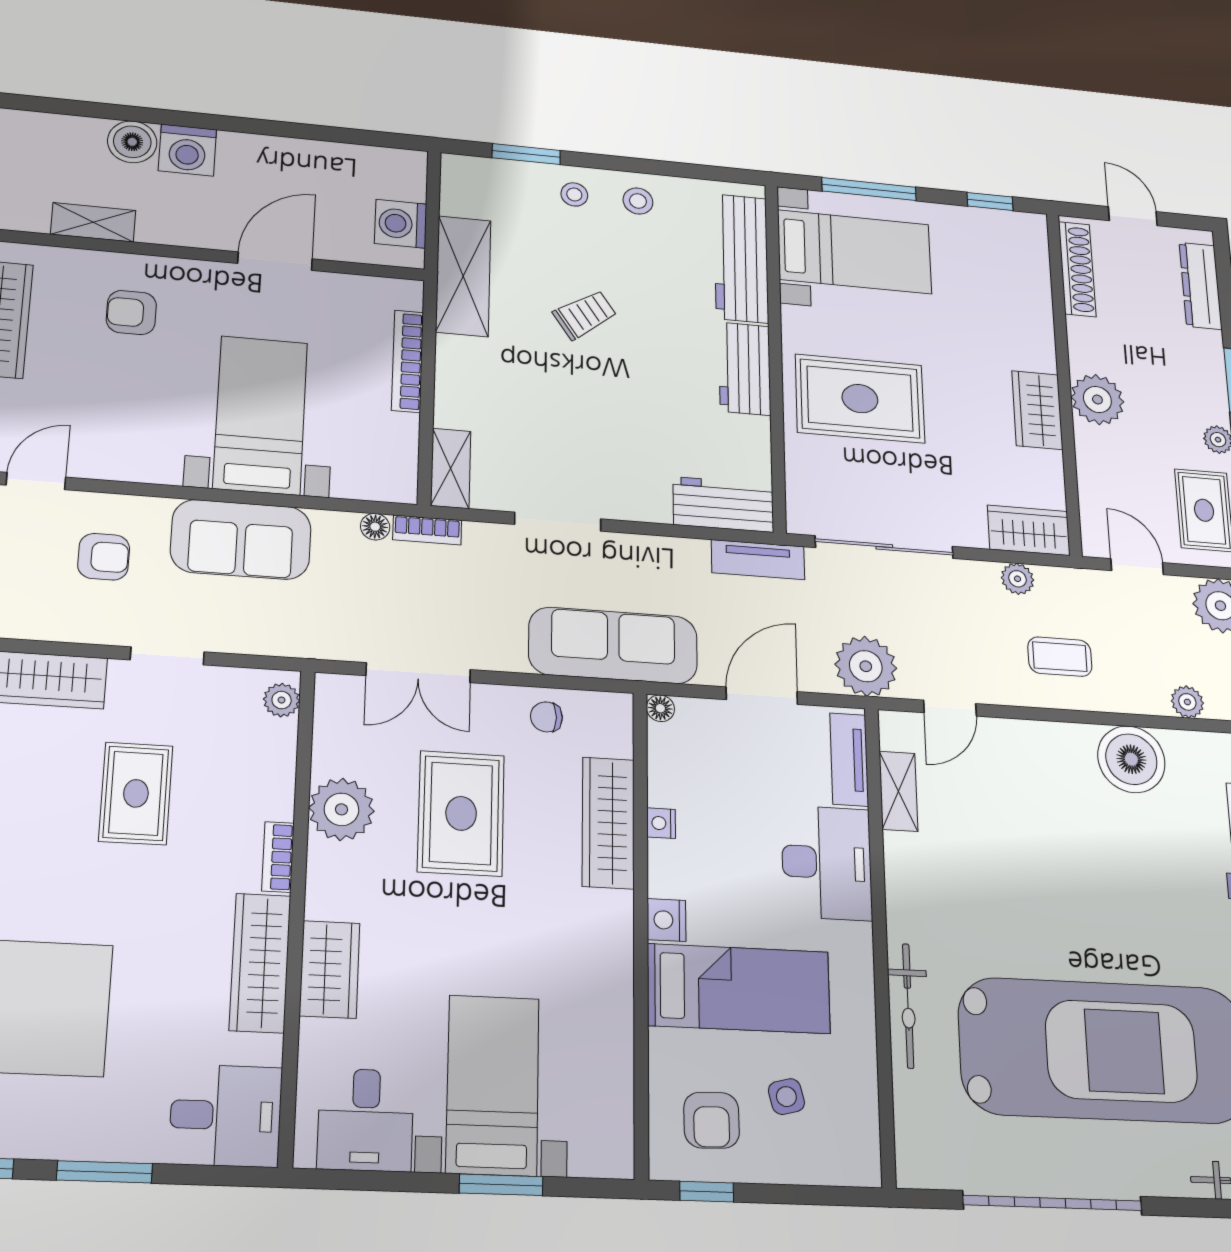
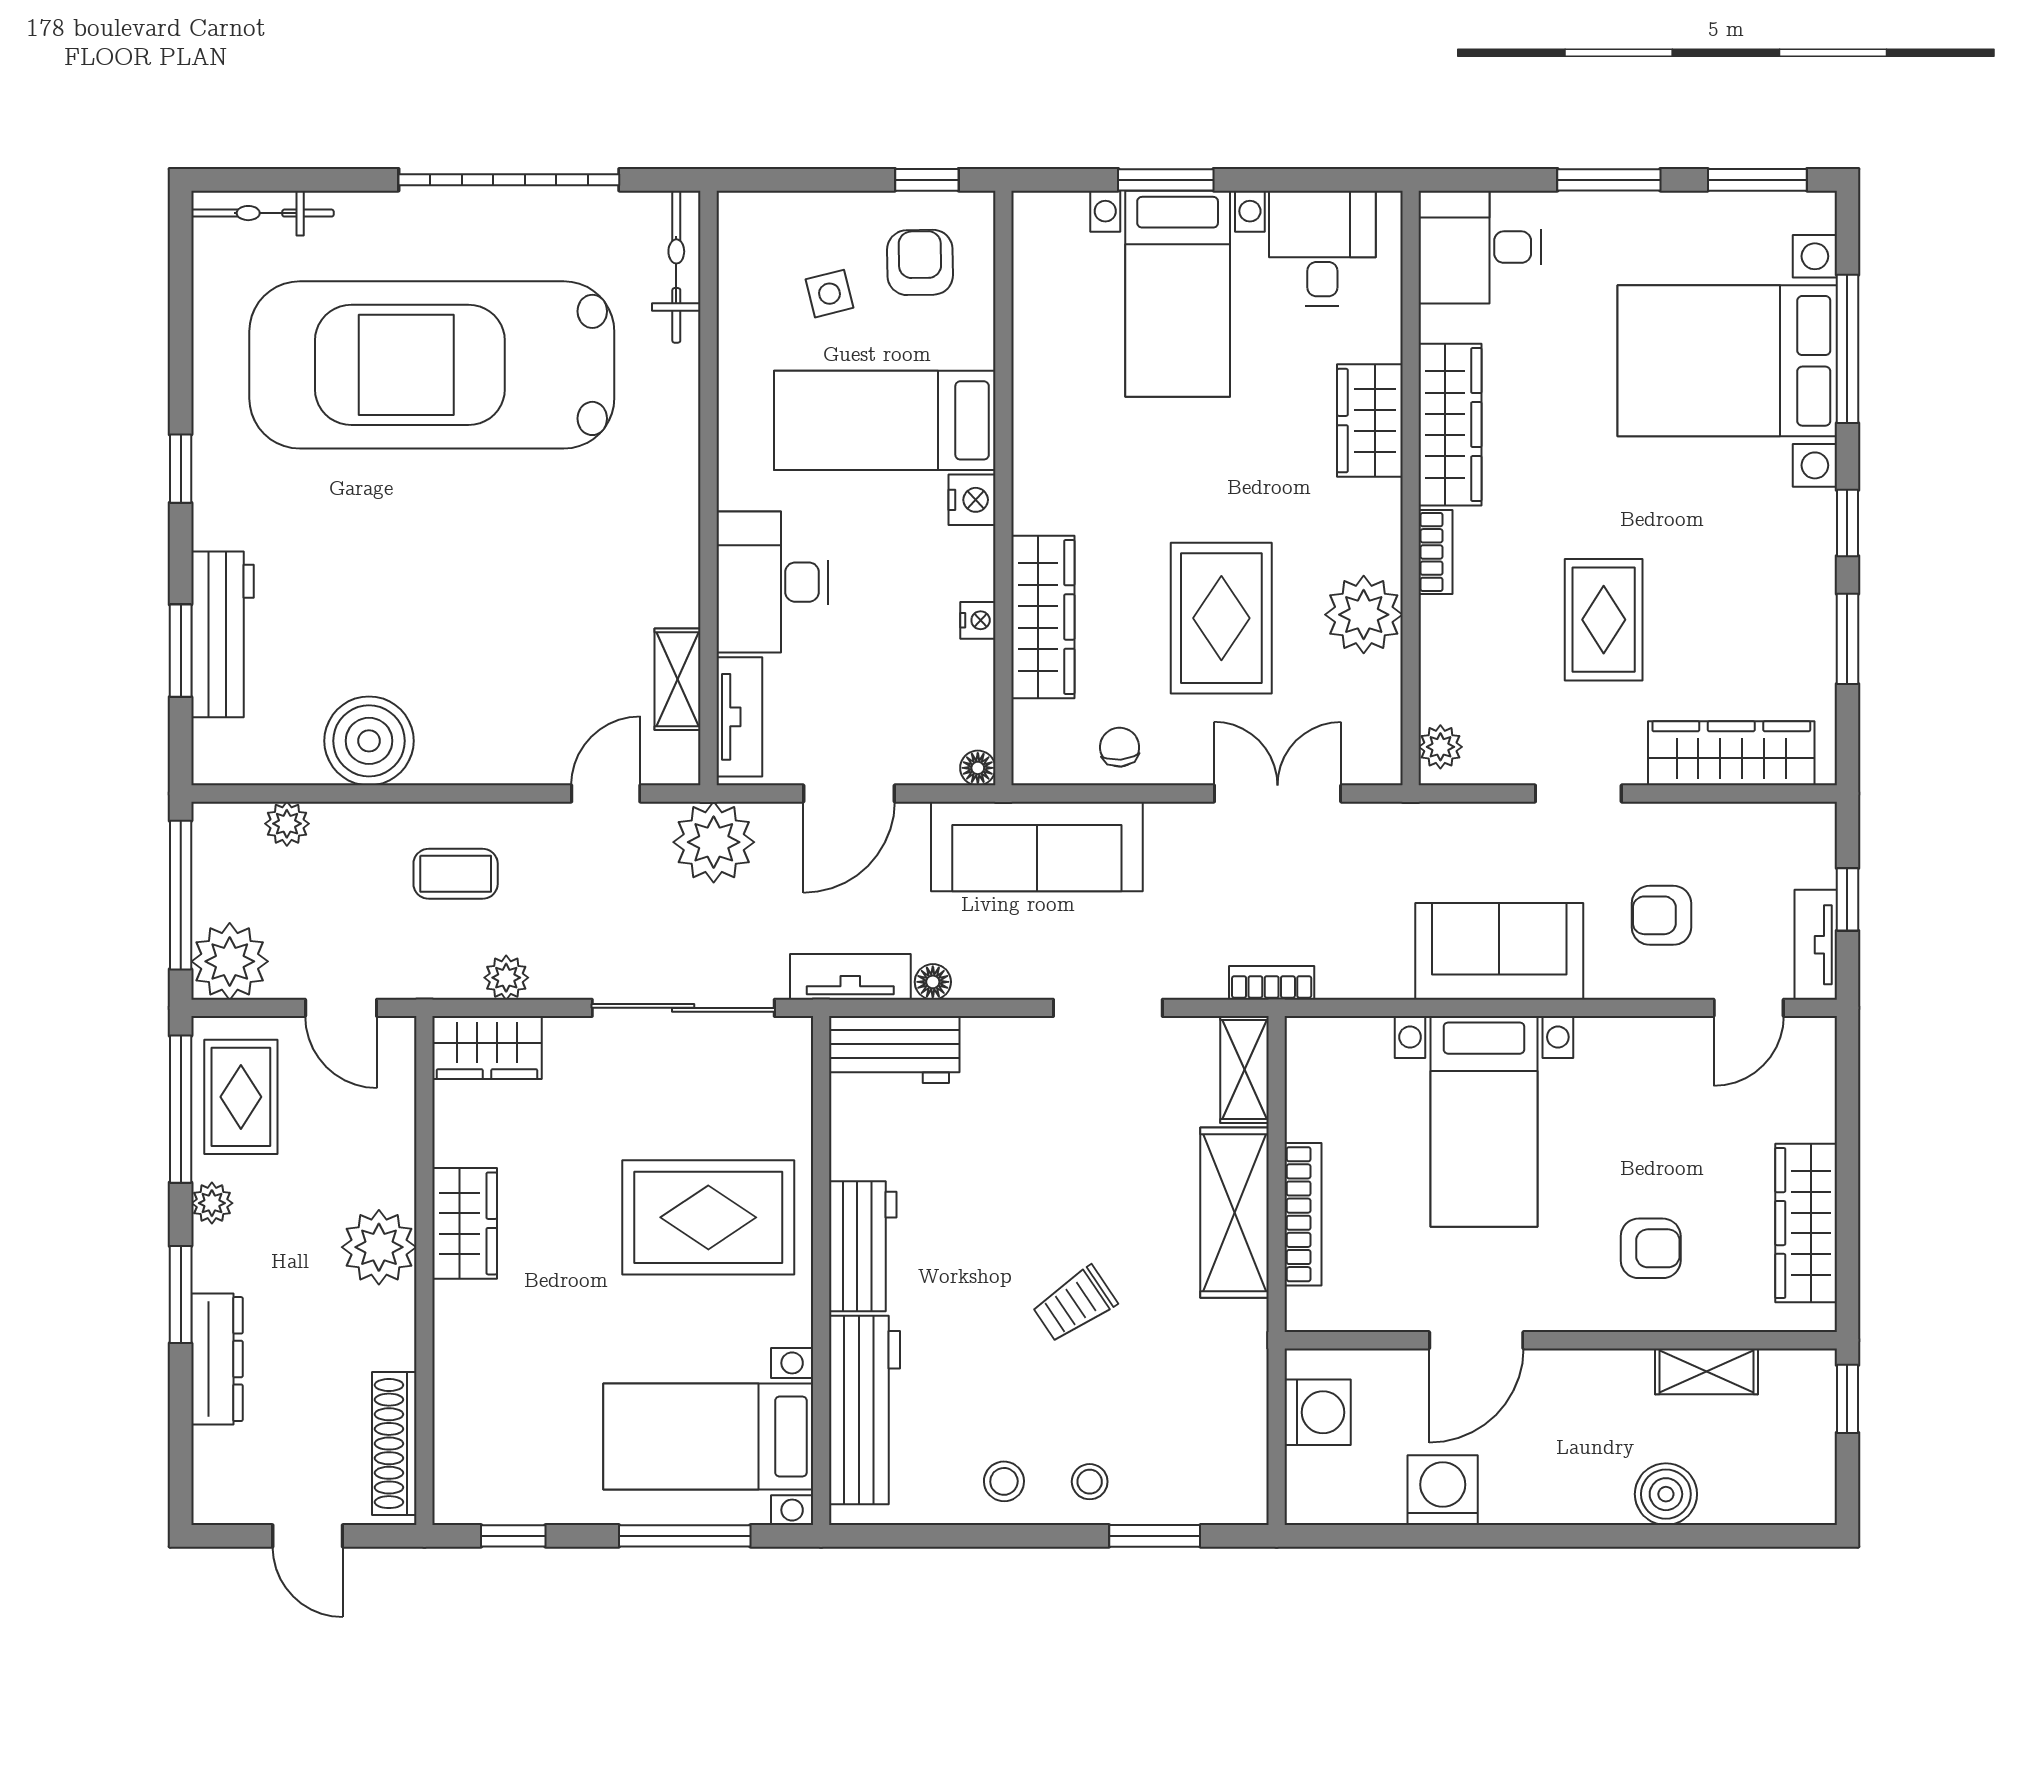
washing machine: (187, 150) -> (1443, 1490), moved
shelving: (463, 276) -> (1235, 1213), moved
dresser: (1201, 286) -> (217, 1359), moved
floor lamp: (375, 527) -> (933, 982), moved
chair: (546, 717) -> (1120, 747), turned -95
bicycle: (908, 1006) -> (676, 267), moved

